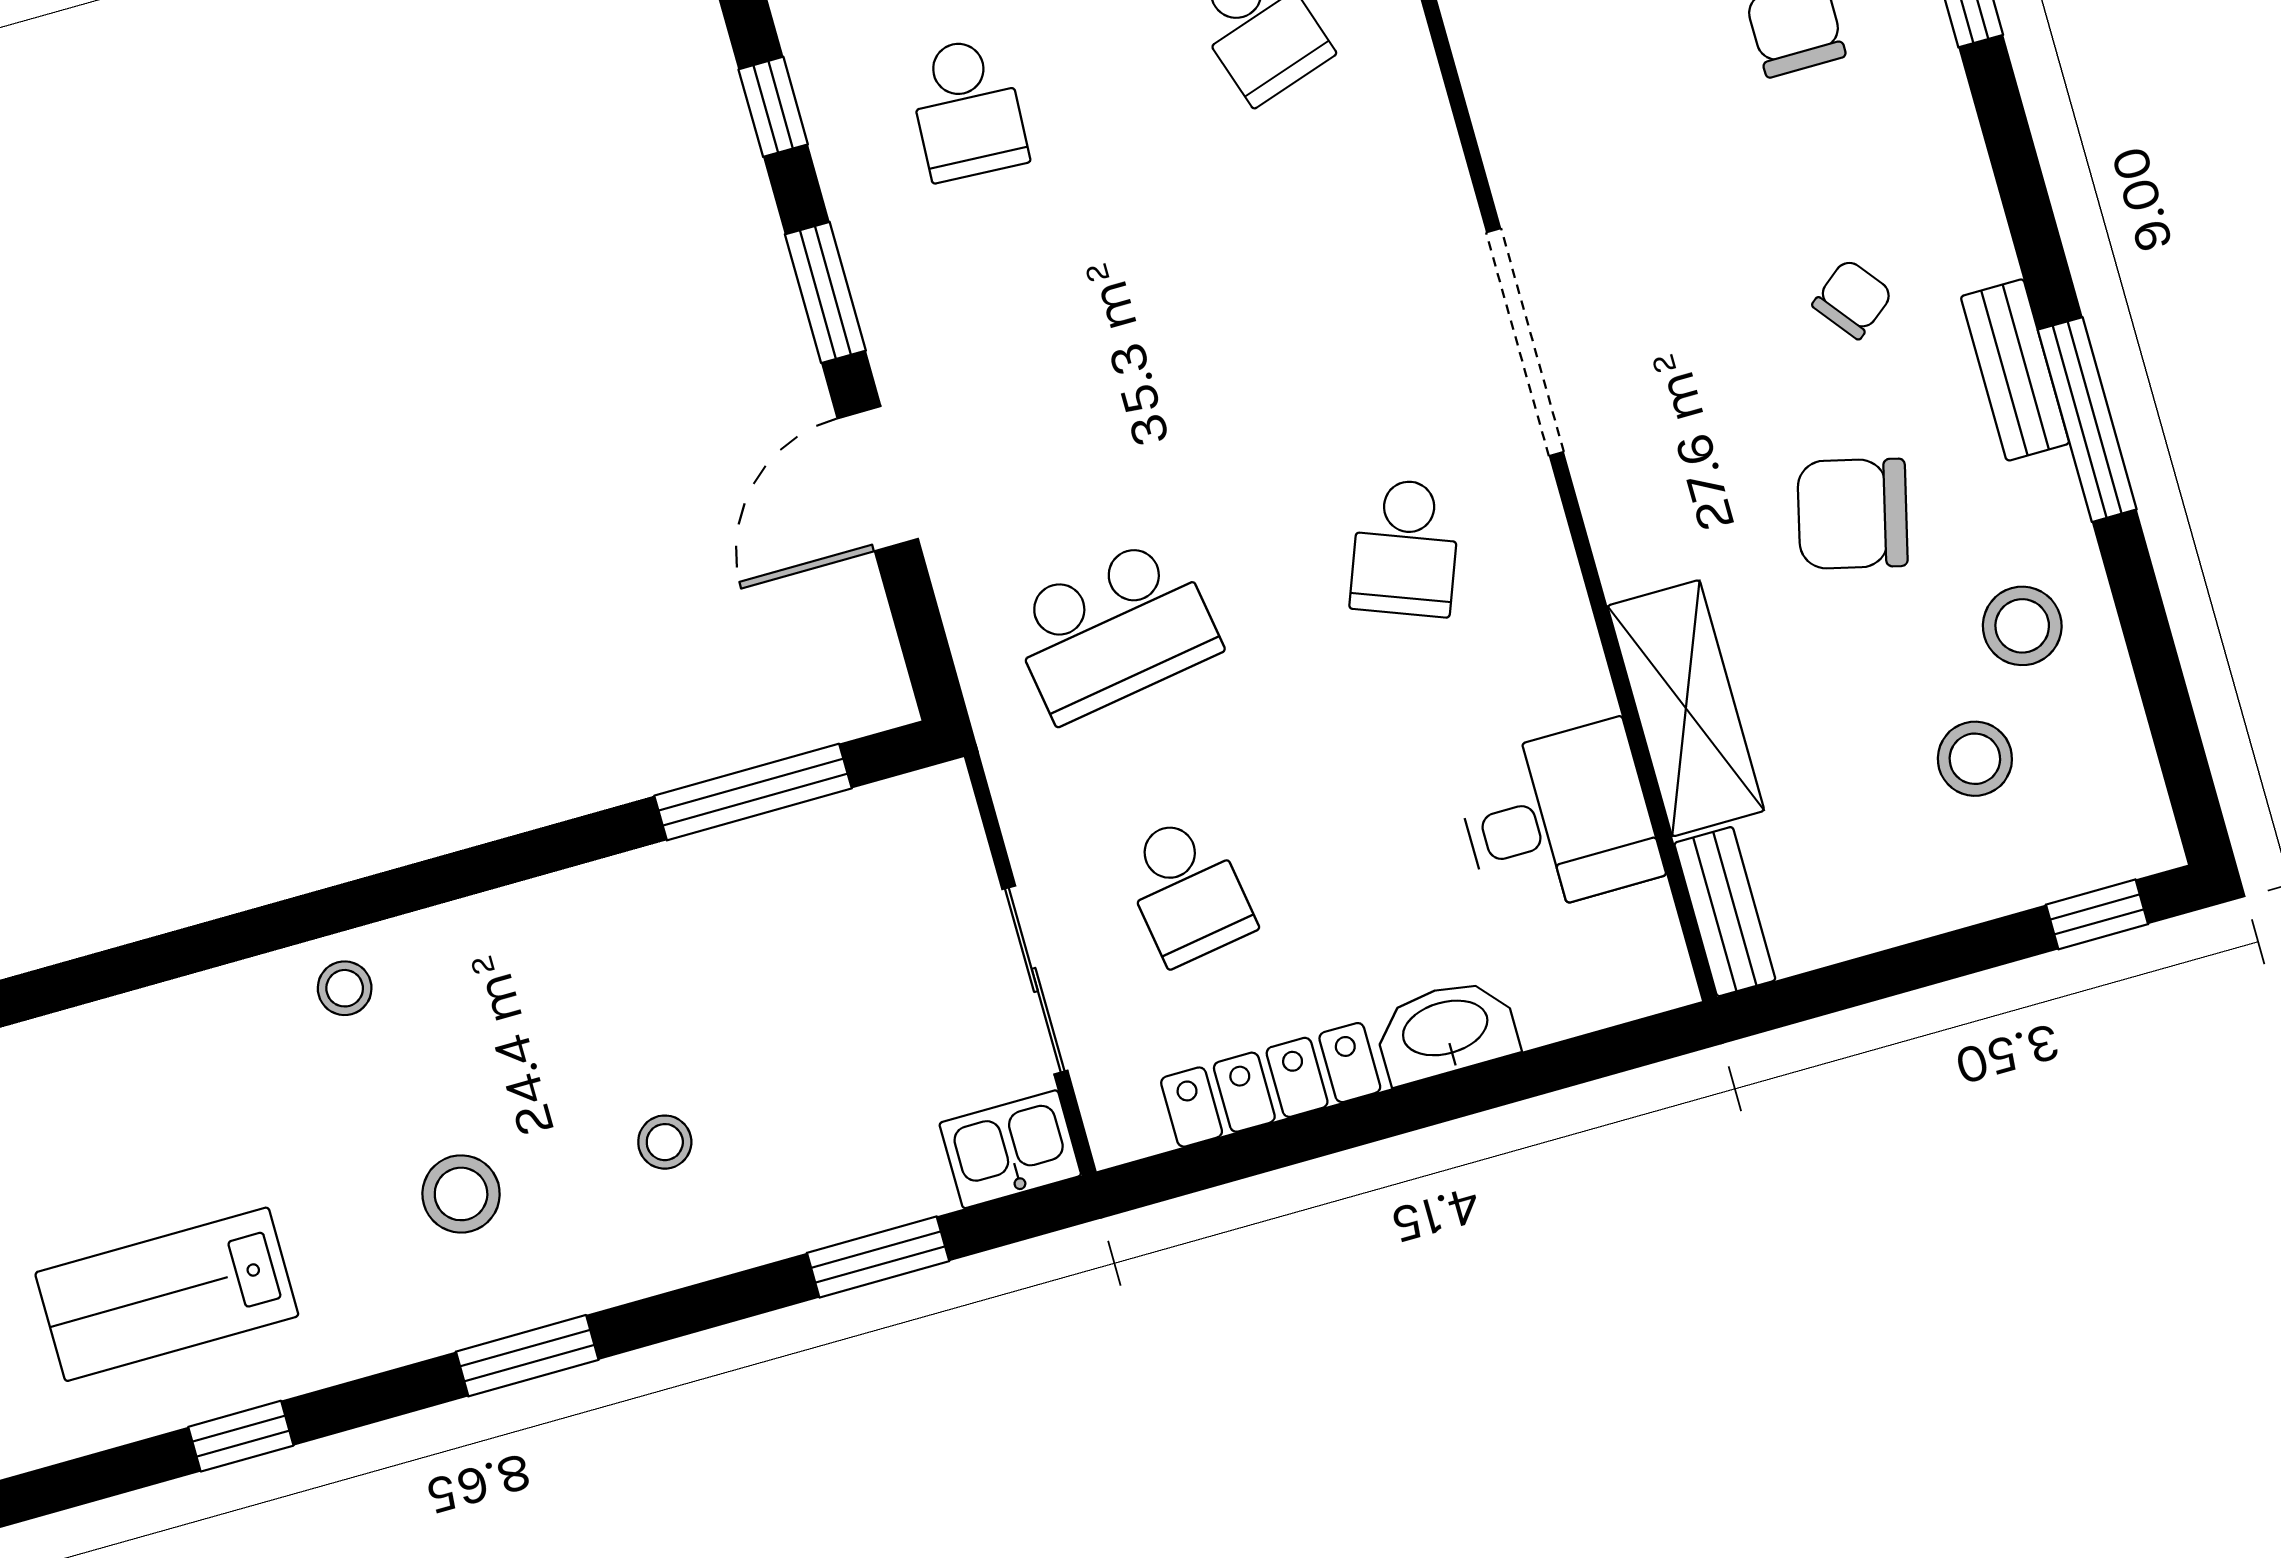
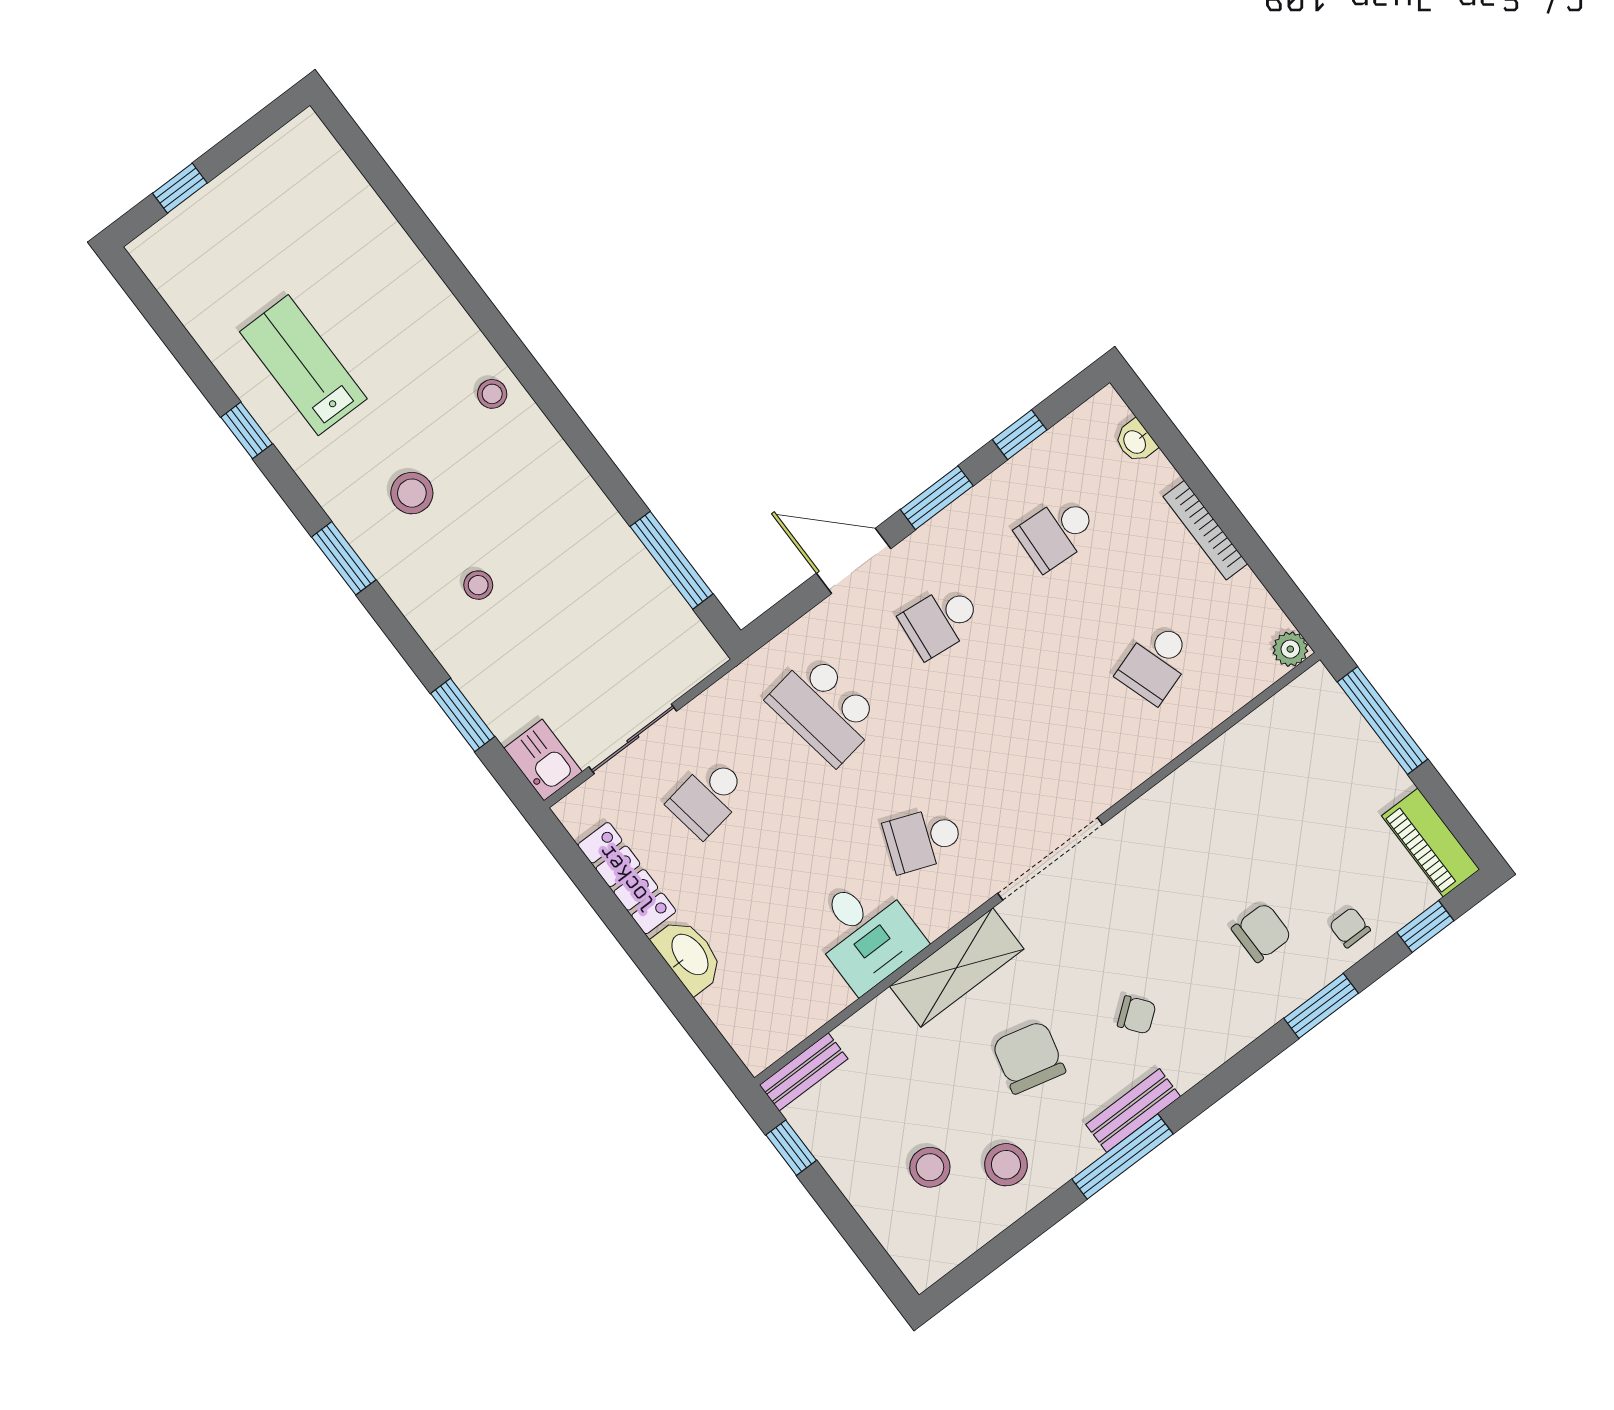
school desk: (1040, 369) -> (941, 621), added
shelving: (1686, 708) -> (957, 968), moved
desk: (1558, 819) -> (866, 933), moved
window: (2097, 914) -> (791, 1148), moved

